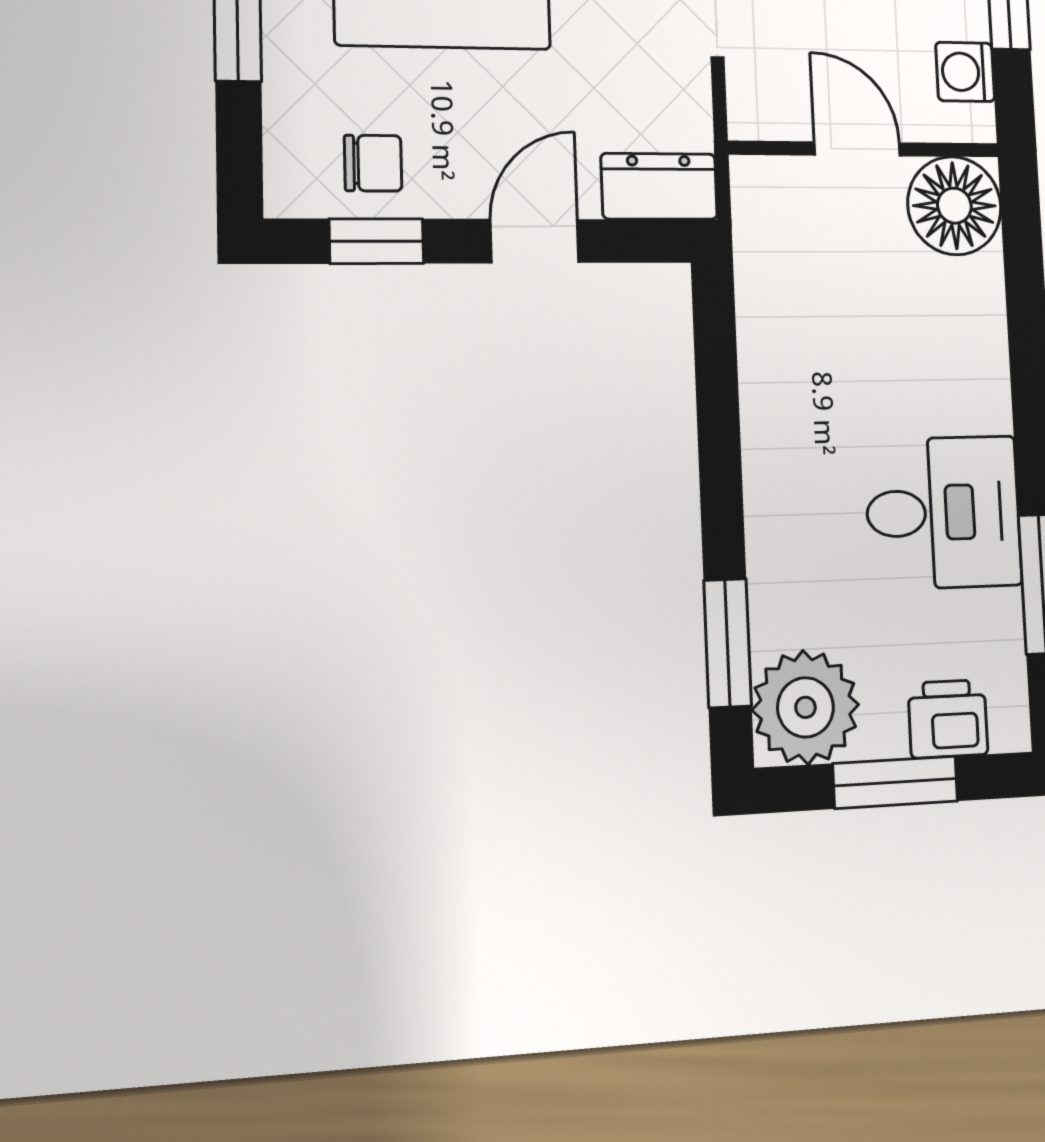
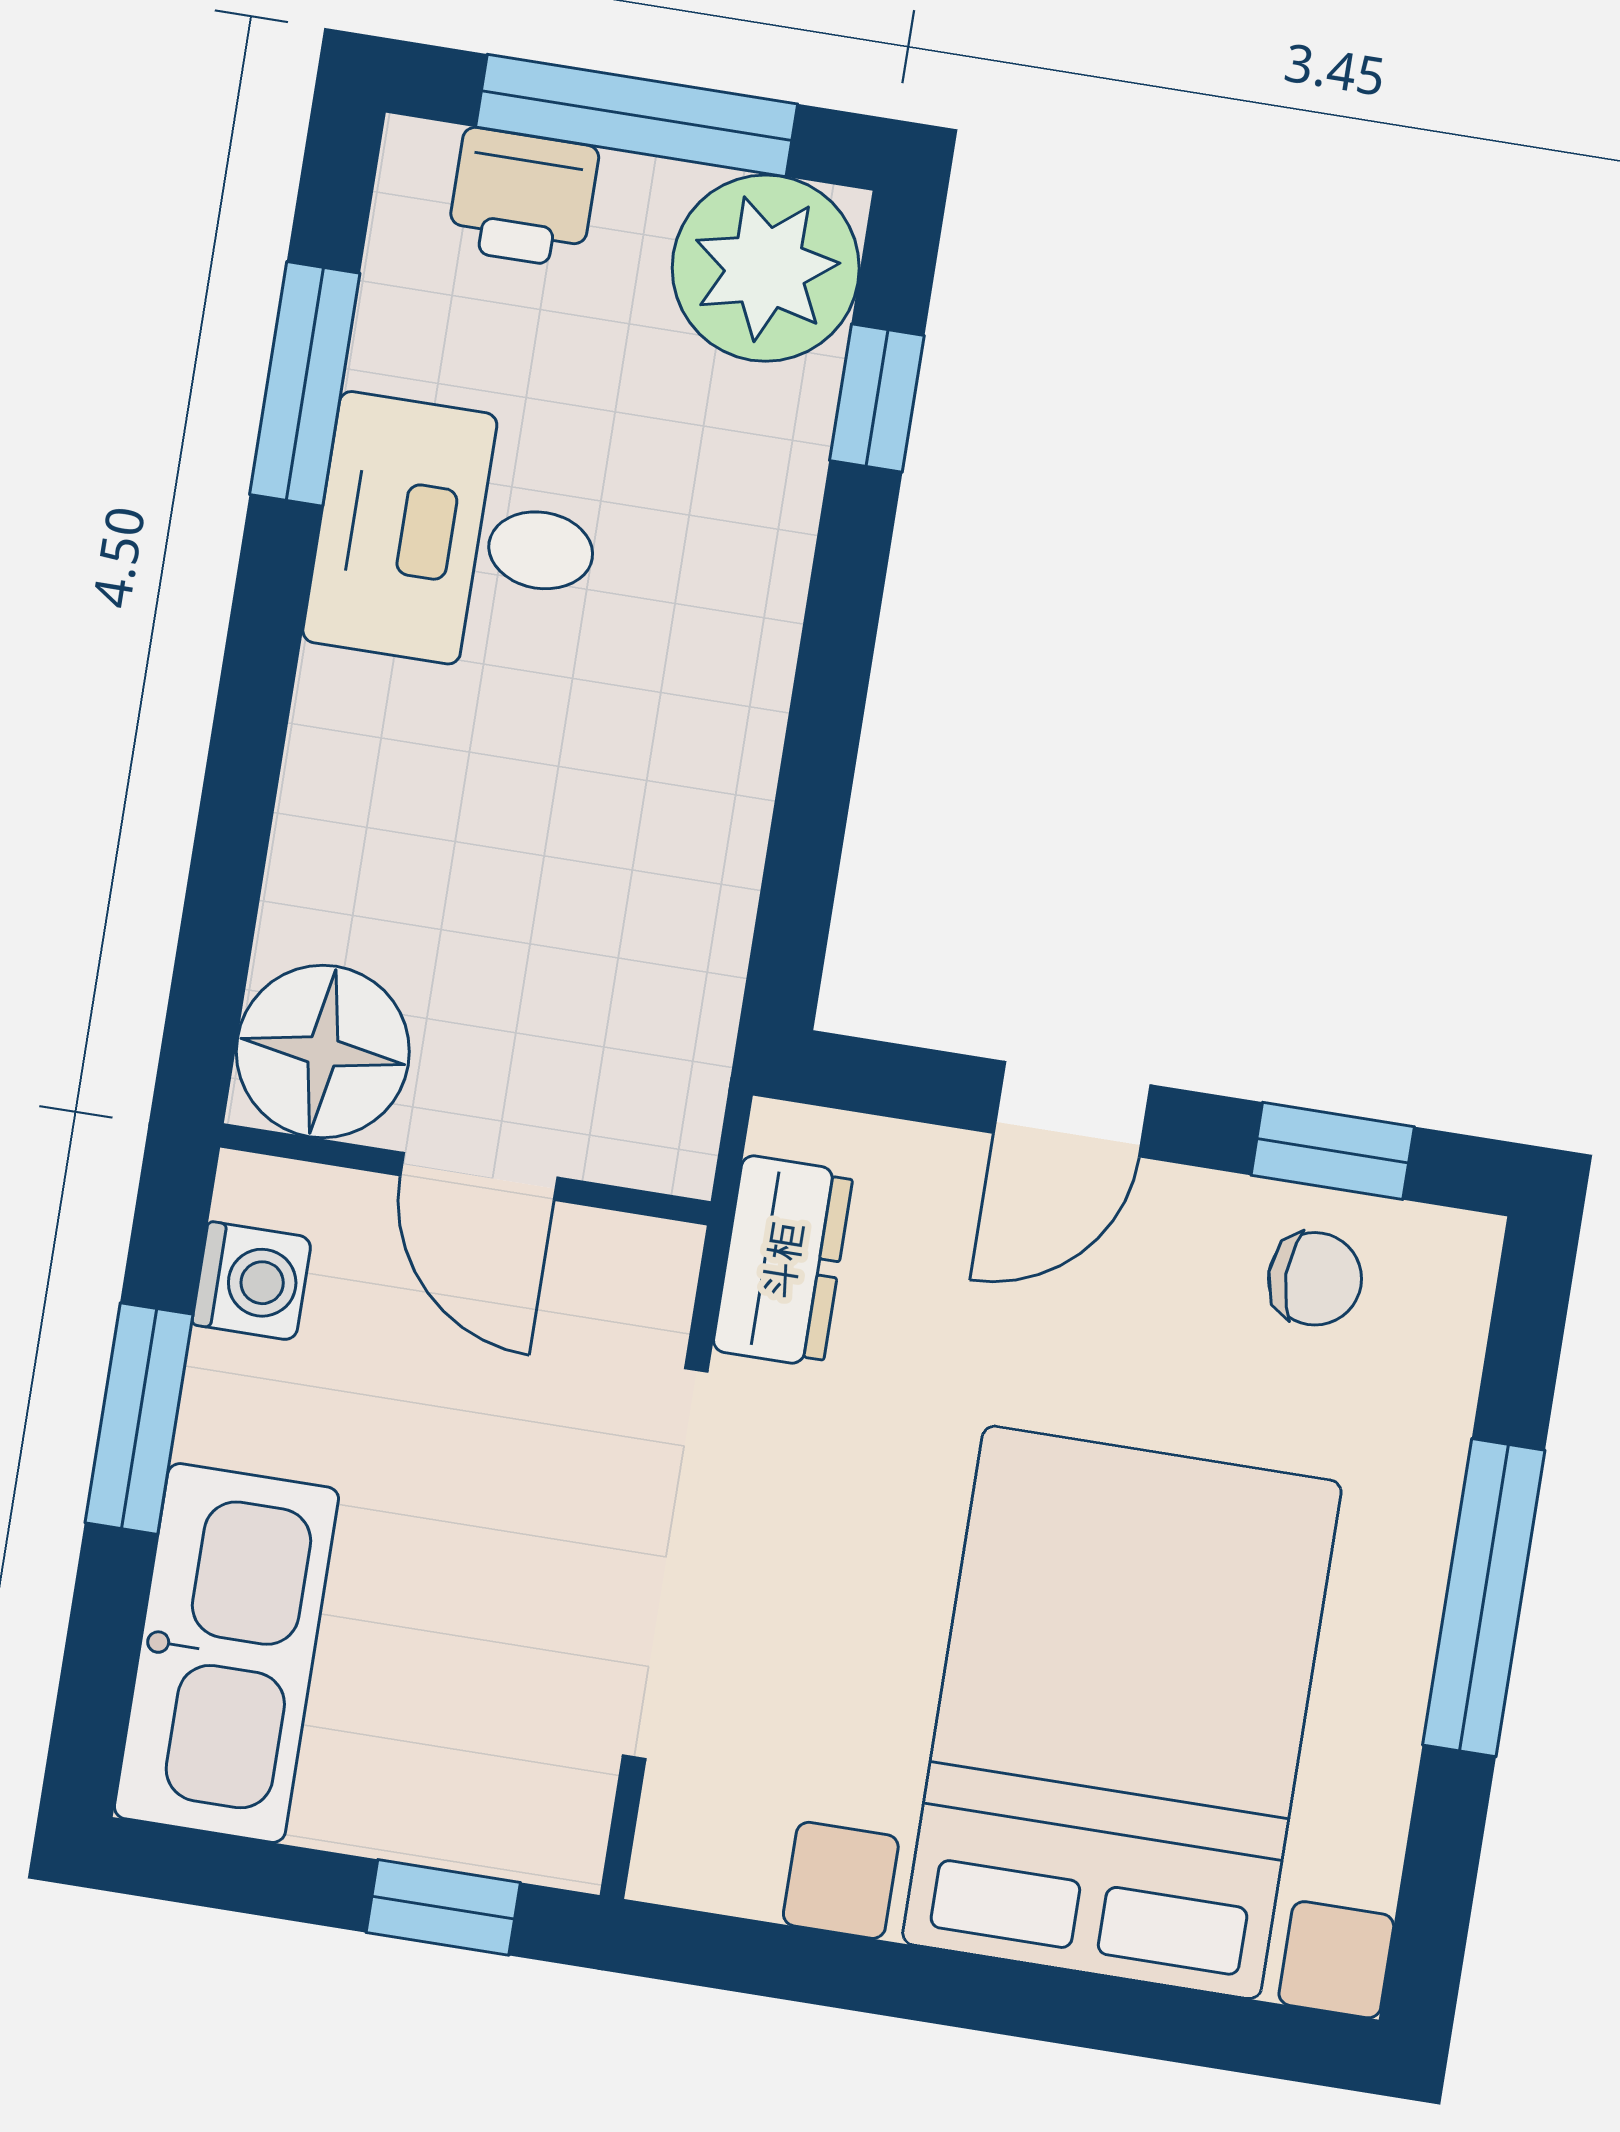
chair: (373, 163) -> (1315, 1279), turned 180
dresser: (659, 186) -> (783, 1261), moved, turned -90
window: (728, 643) -> (877, 398), width x0.67
window: (895, 782) -> (637, 115), width x1.44

